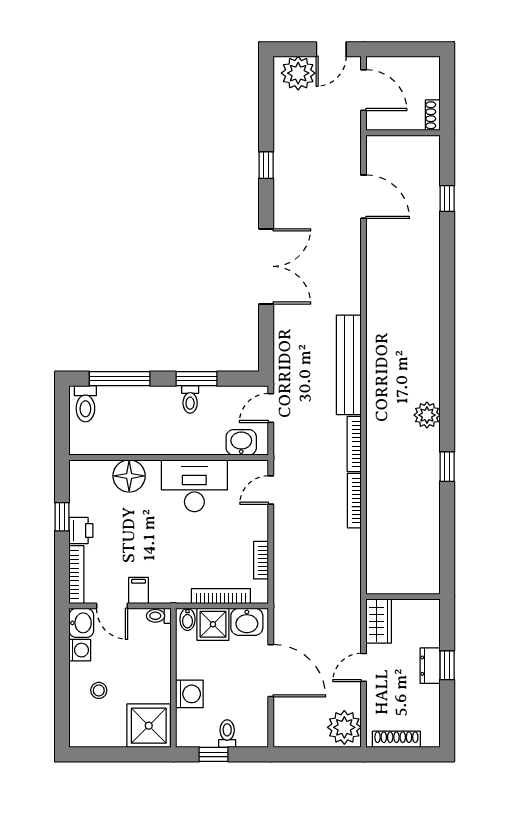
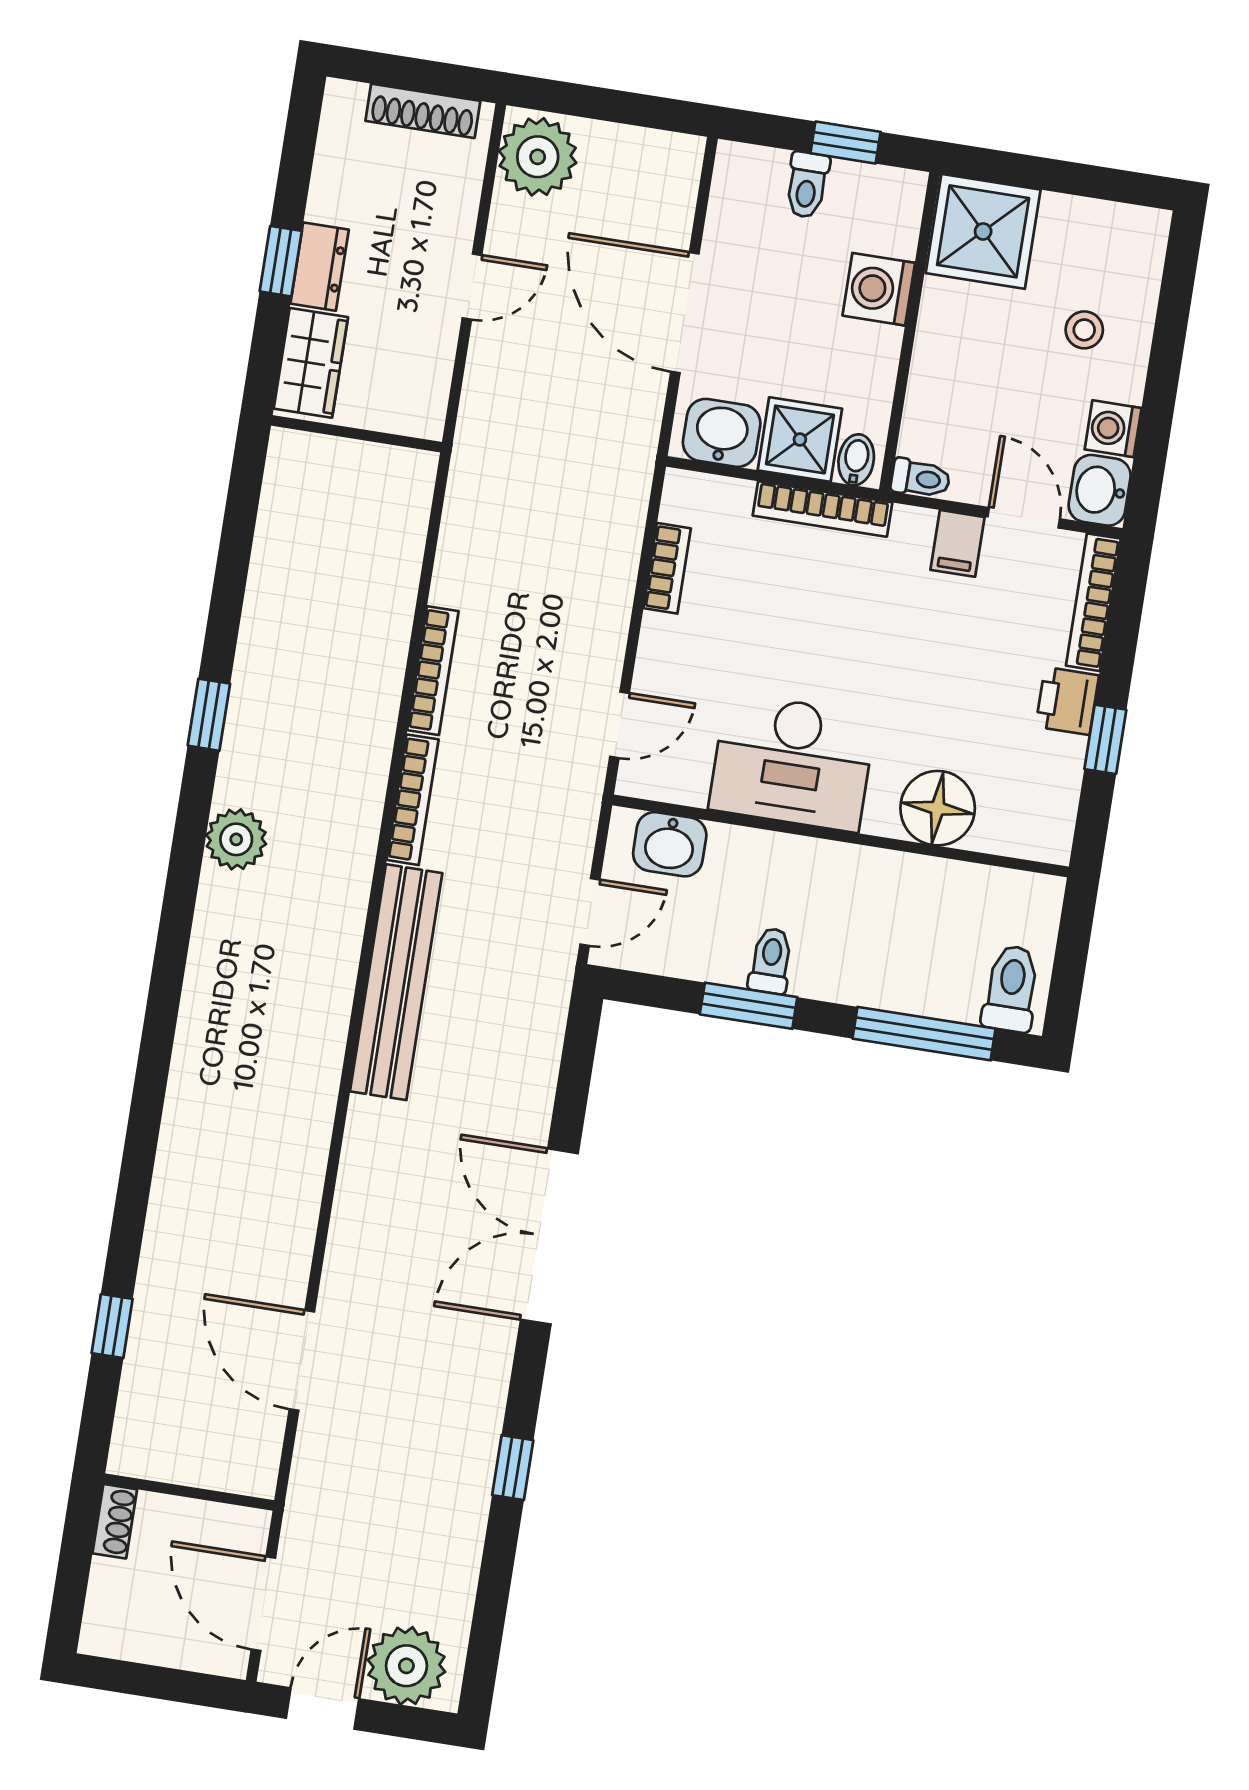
bookcase: (221, 596) -> (822, 509), moved
wardrobe: (379, 621) -> (311, 363), moved, turned 180

